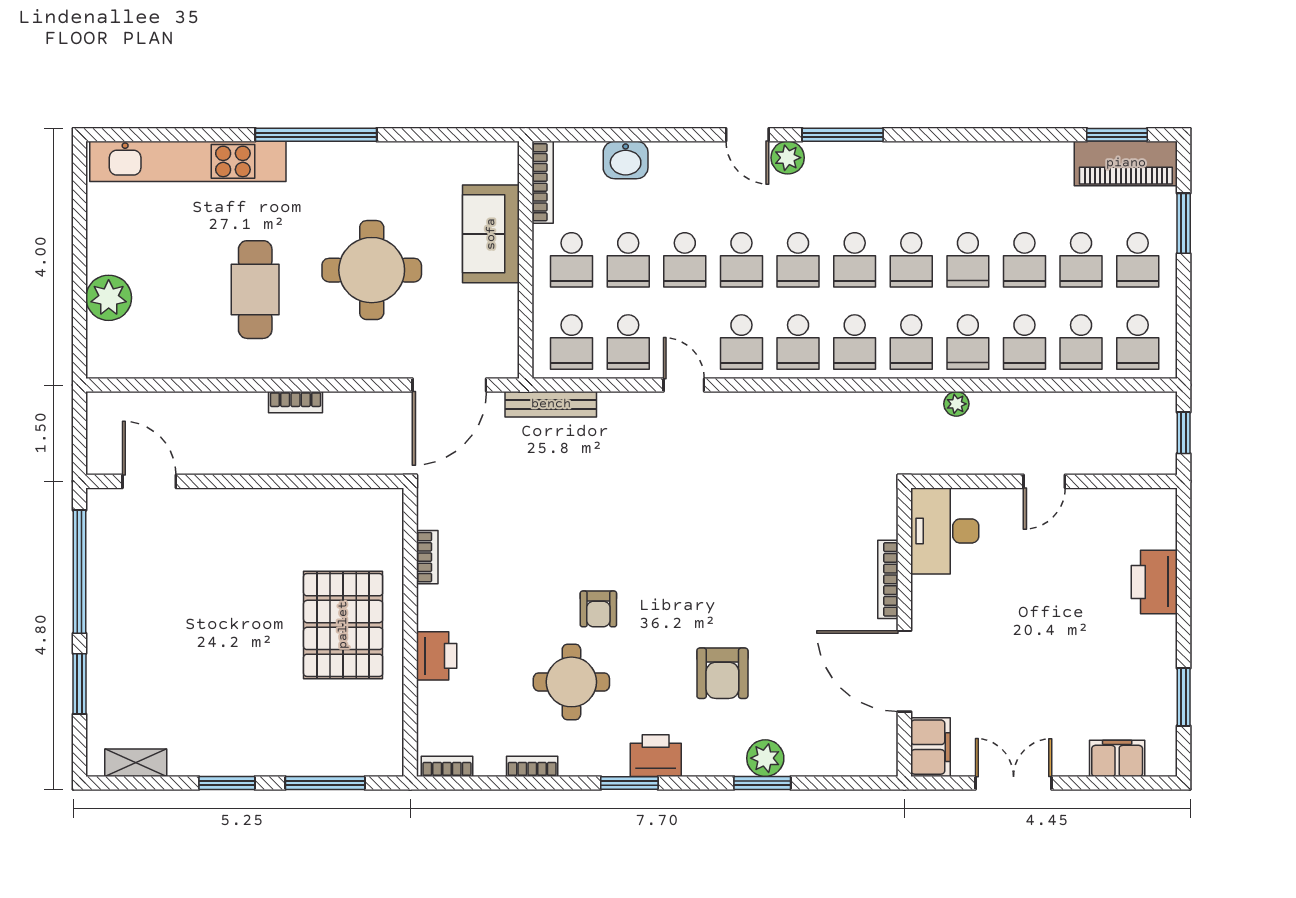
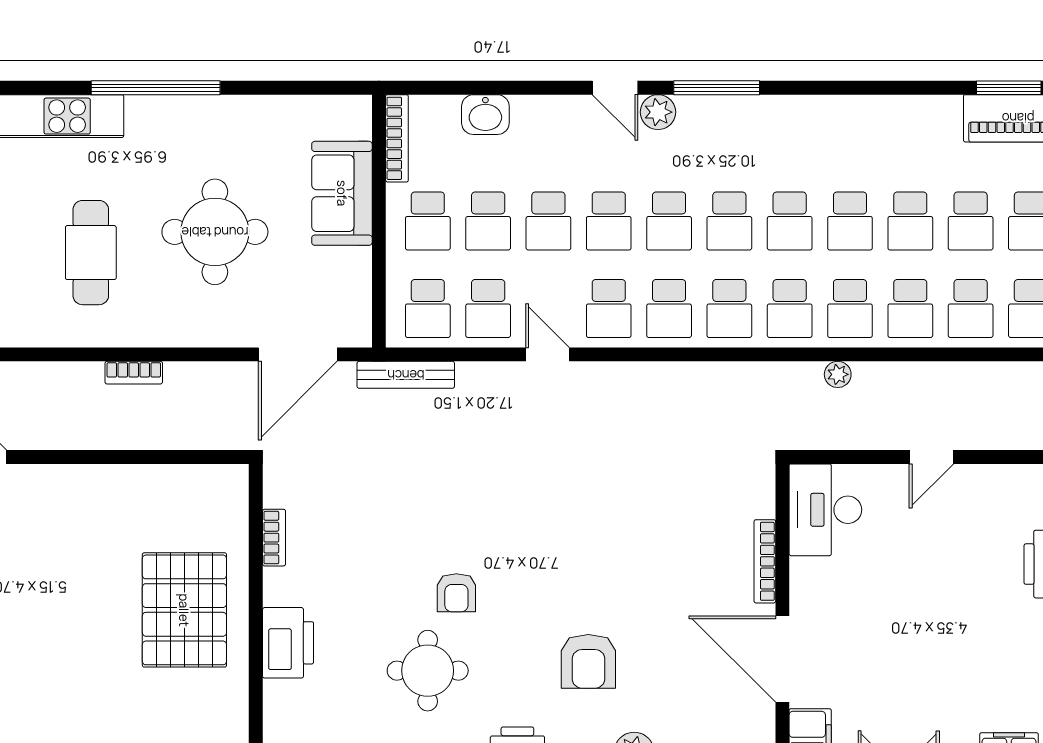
printer: (437, 656) -> (288, 643), width x1.37, depth x1.19

